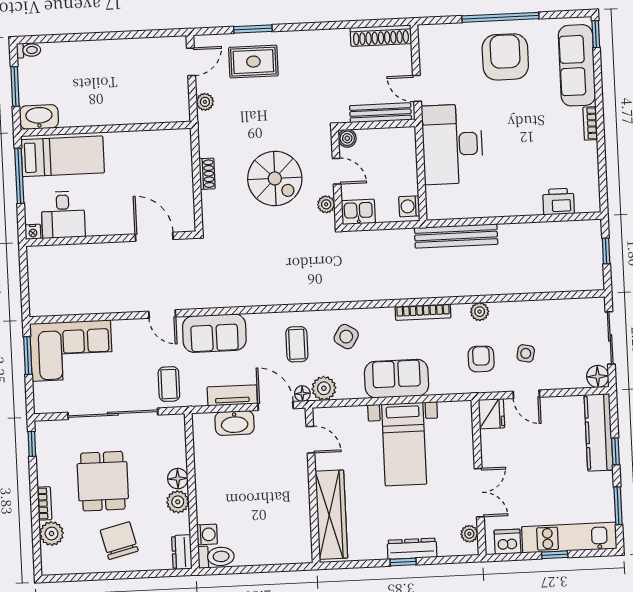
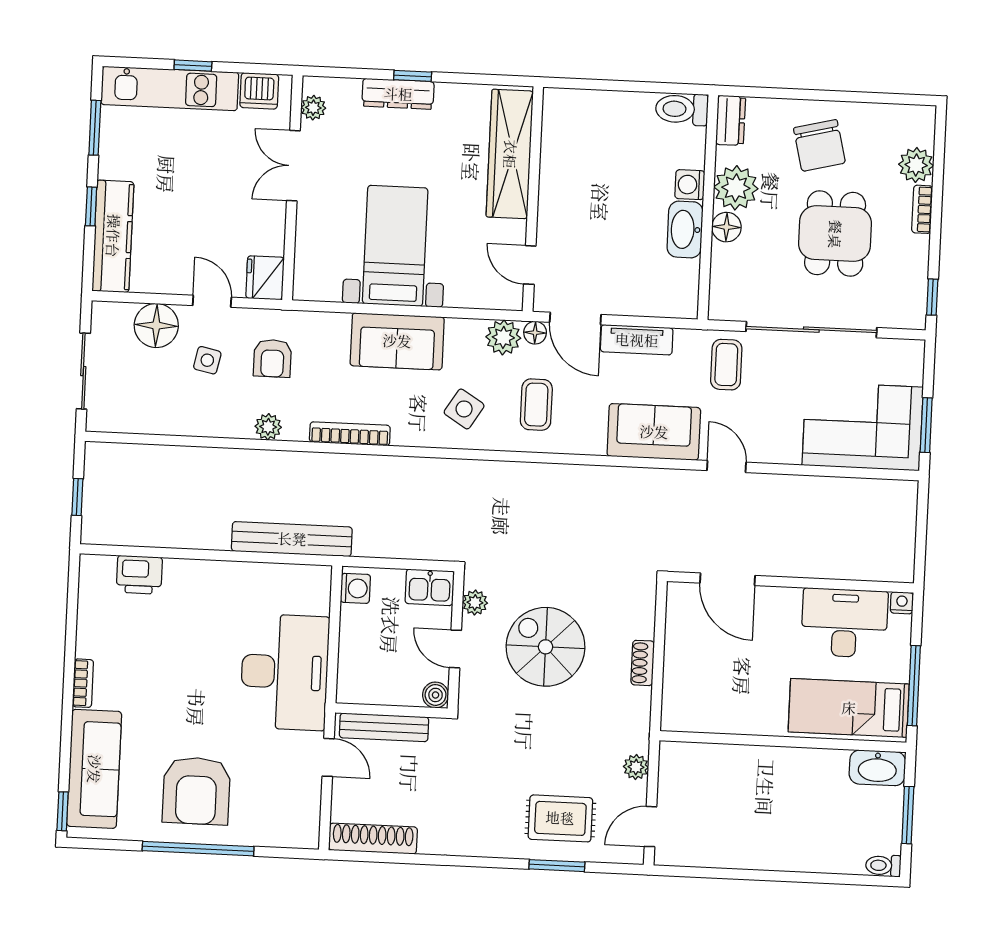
desk: (63, 215) -> (845, 623), width x1.37
floor lamp: (598, 376) -> (156, 325), moved, width x1.38, depth x1.38
washbasin: (235, 423) -> (685, 229), moved, turned -90
plant: (178, 502) -> (736, 188), width x1.36, depth x1.36
washing machine: (207, 534) -> (690, 185), moved

